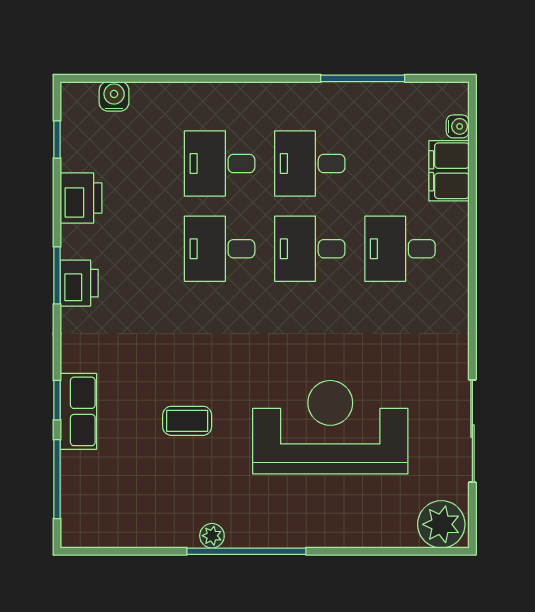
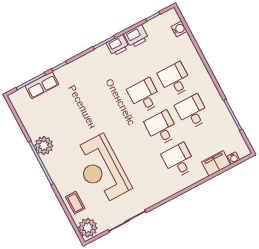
printer: (79, 283) -> (118, 45), moved
row of seats: (78, 411) -> (42, 85), moved
coffee table: (187, 421) -> (75, 203), moved
reception desk: (330, 427) -> (101, 169), turned 180
plant: (212, 536) -> (44, 145), width x1.88, depth x1.88

